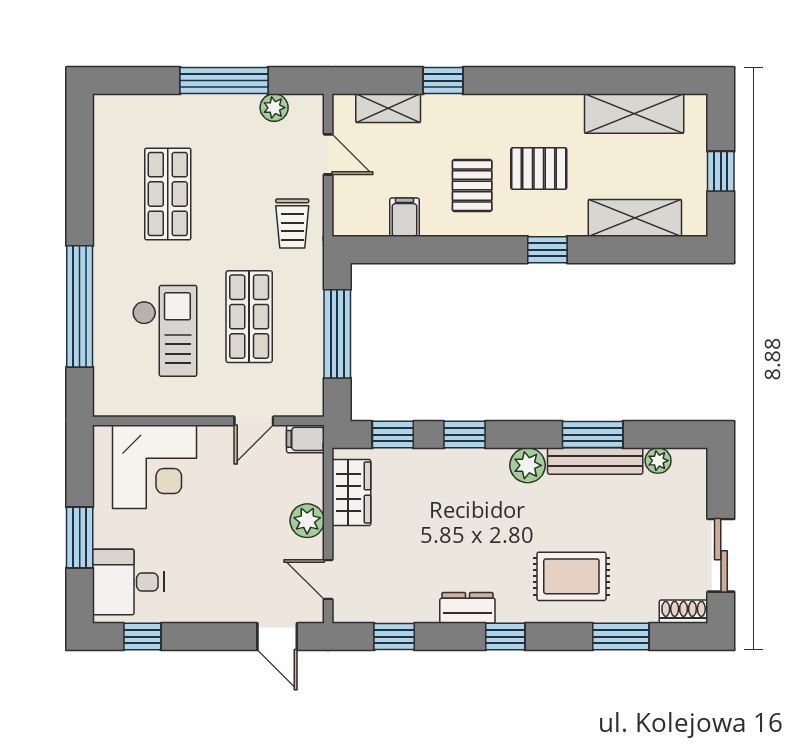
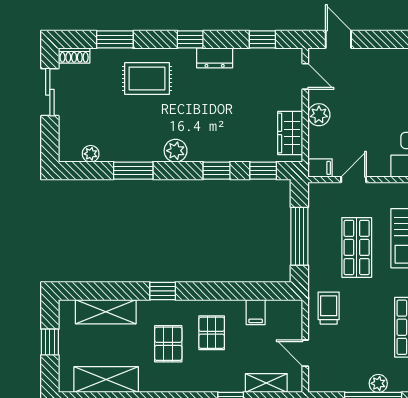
plant: (274, 108) -> (378, 383), moved
pallet: (539, 169) -> (168, 344), turned 90
bench: (595, 461) -> (132, 154), removed

